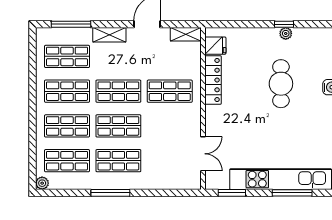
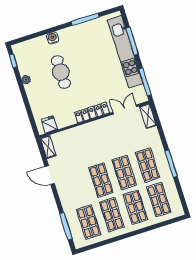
window: (284, 24) -> (13, 61), moved
shelving: (109, 35) -> (148, 116), moved
locker: (213, 80) -> (92, 113), moved
cafe table: (281, 84) -> (61, 72), turned 90
shop shelf: (170, 91) -> (90, 145), removed
plant: (42, 183) -> (179, 212), removed
window: (232, 193) -> (145, 82), width x1.44

